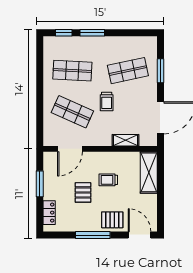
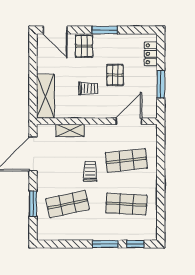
shop shelf: (72, 112) -> (126, 160), turned -30
pallet: (112, 220) -> (84, 46), turned 90
window: (93, 235) -> (105, 30), width x0.69

